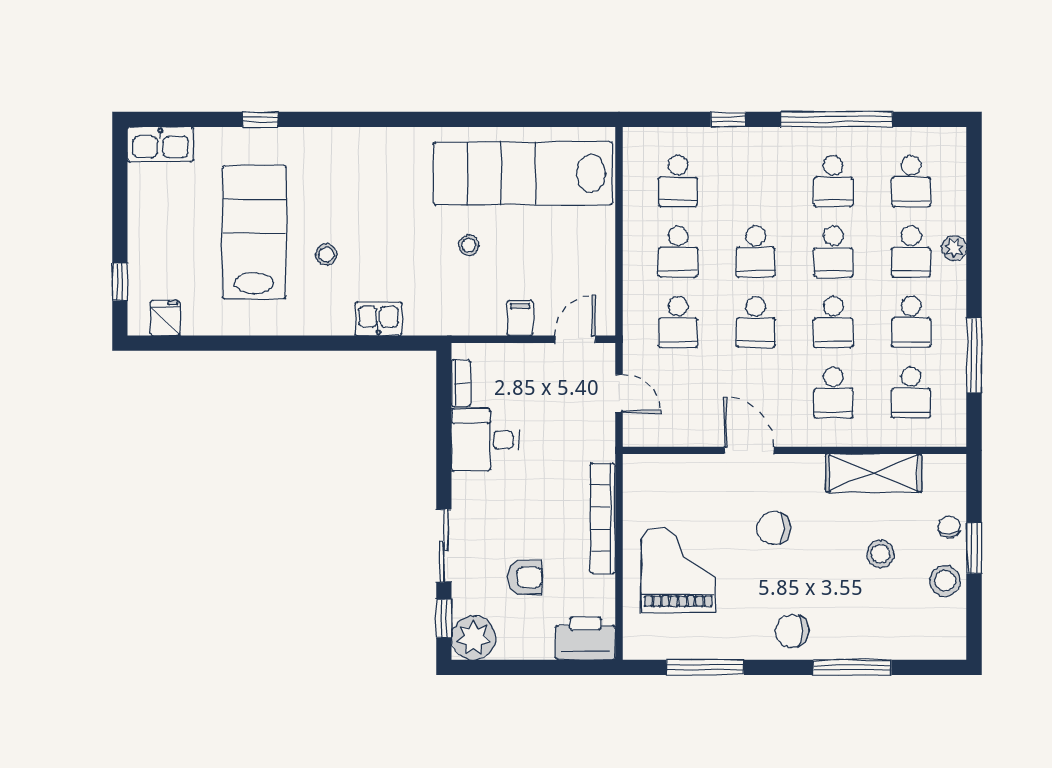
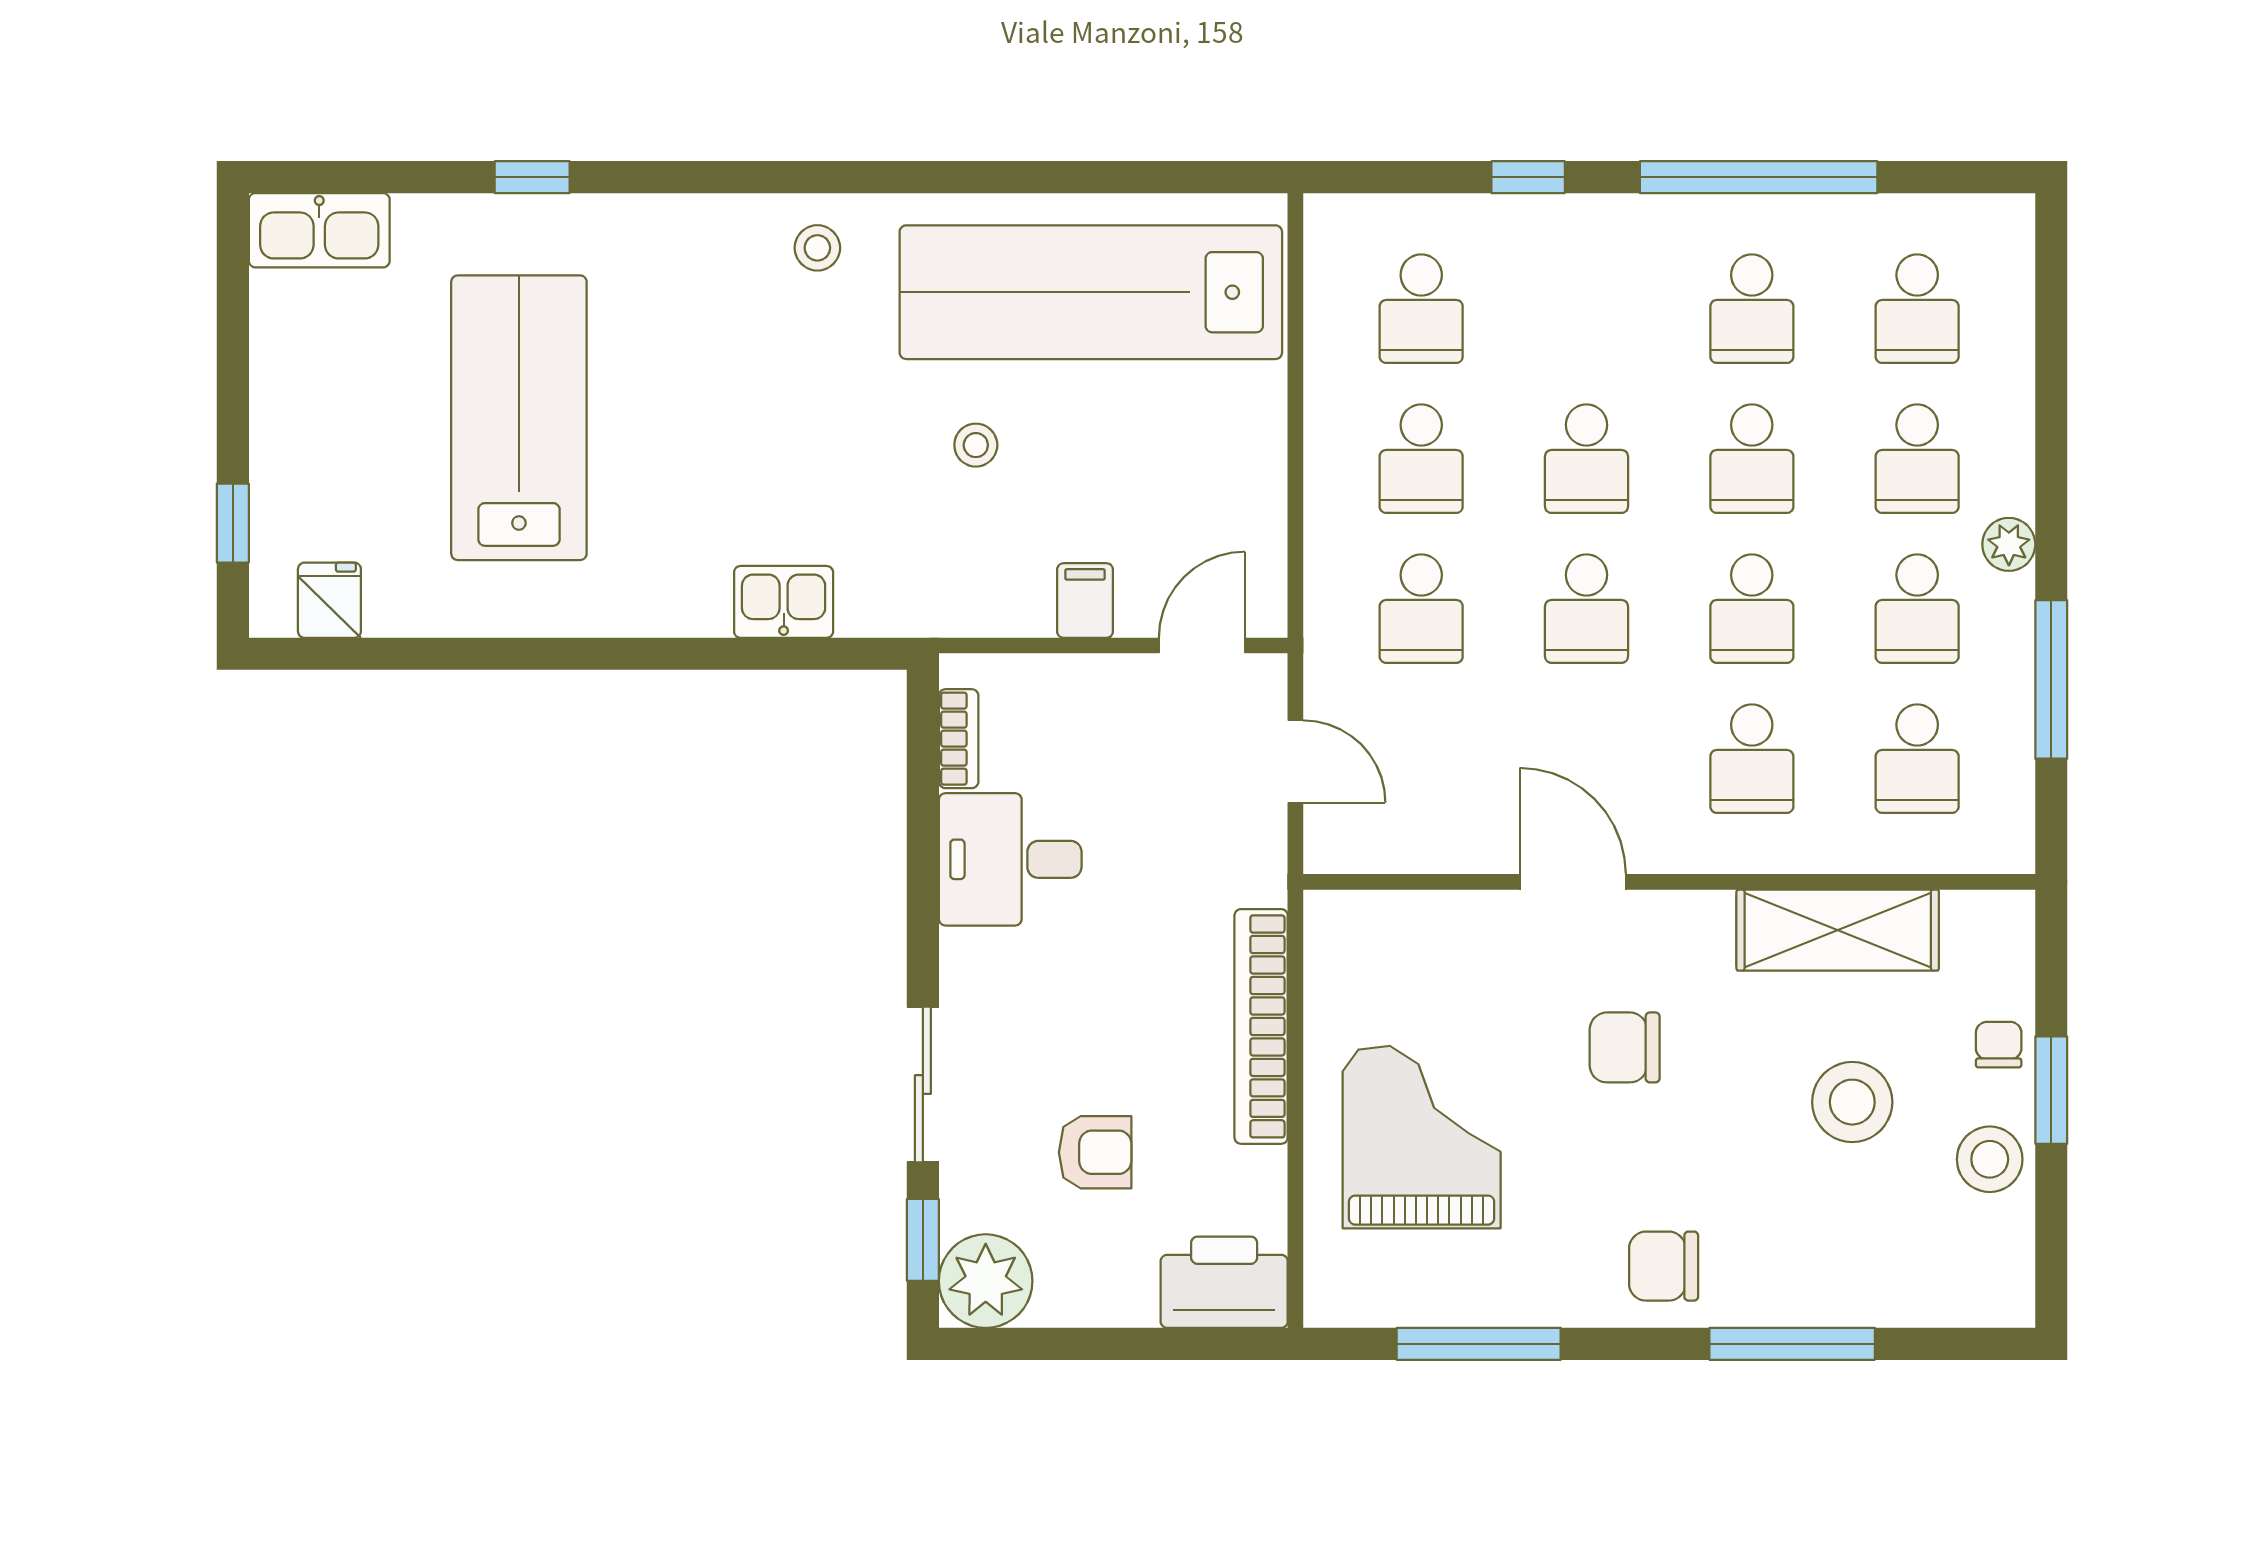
plant: (954, 248) -> (2009, 544), moved
stool: (326, 254) -> (817, 248), moved
stool: (881, 554) -> (1852, 1102), width x1.38, depth x1.38

